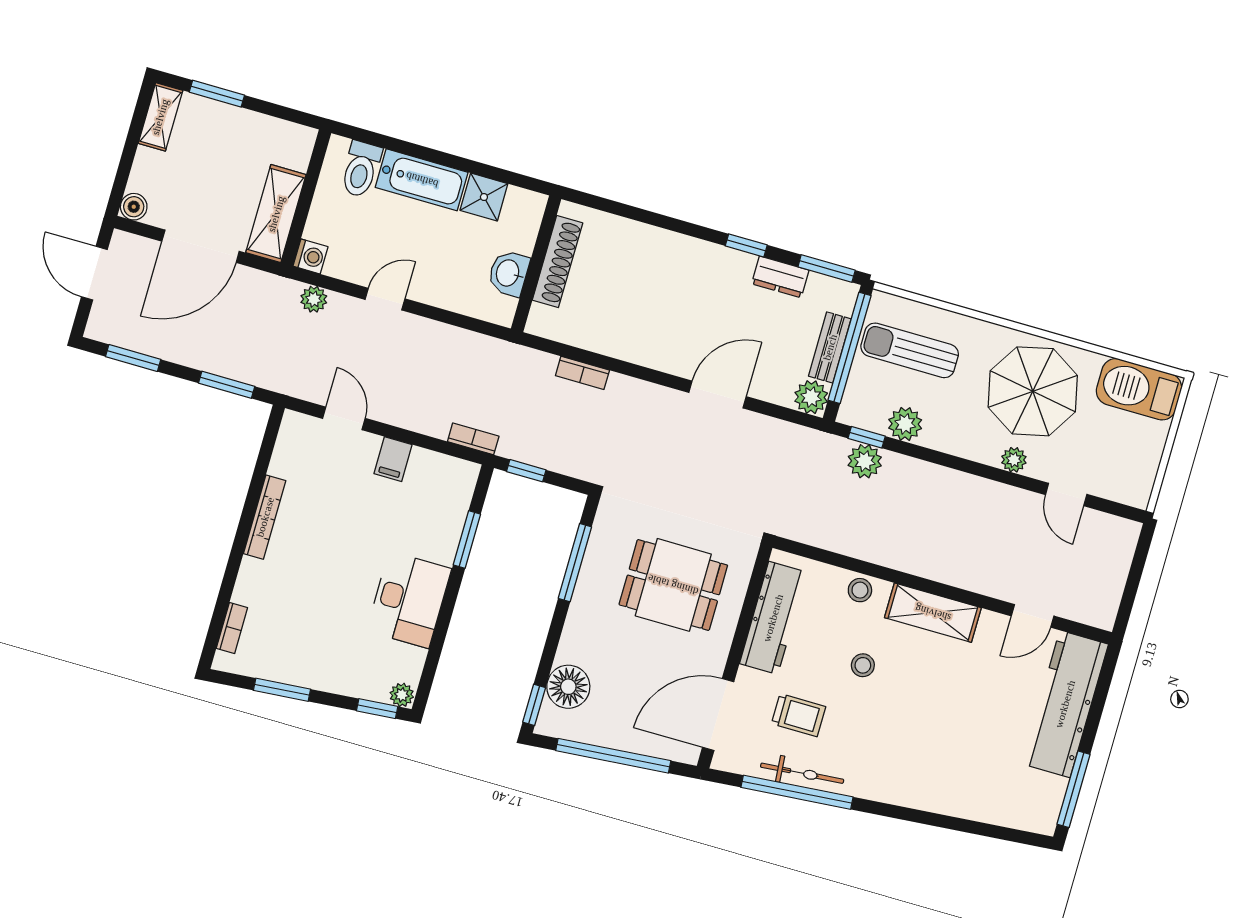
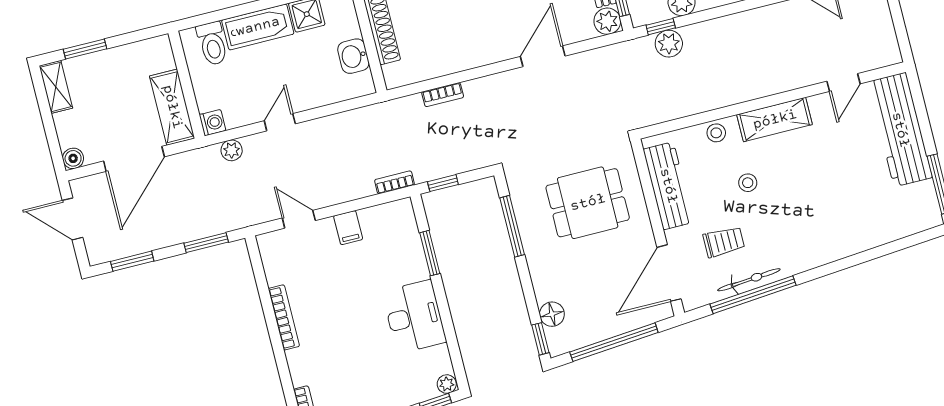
floor lamp: (568, 687) -> (552, 314), width x0.73, depth x0.73

